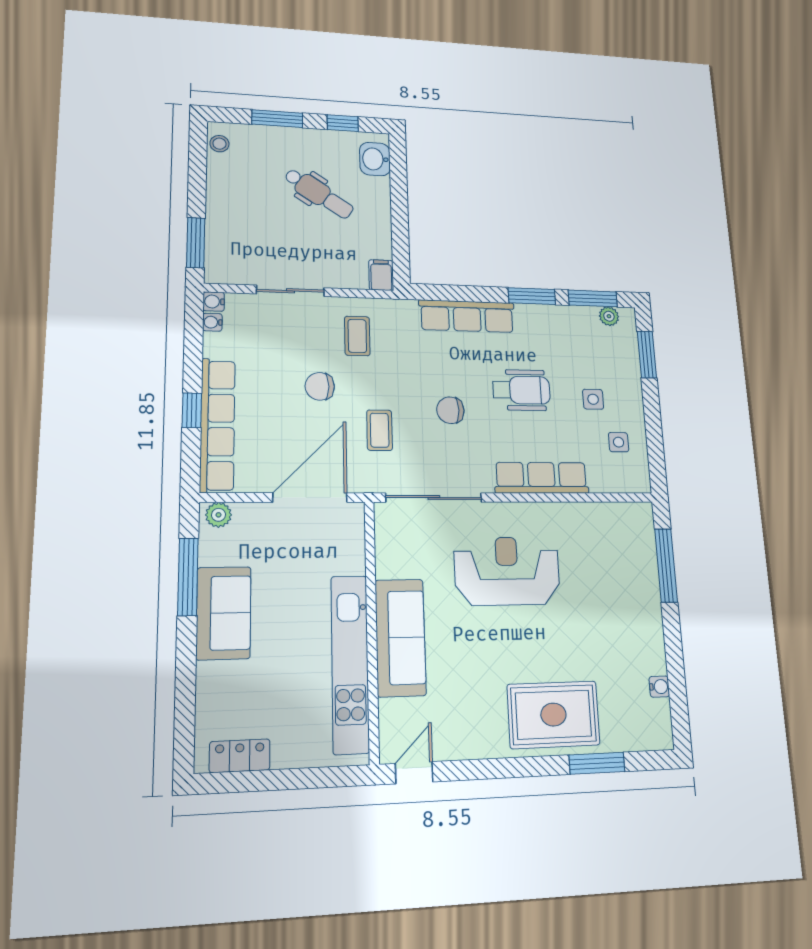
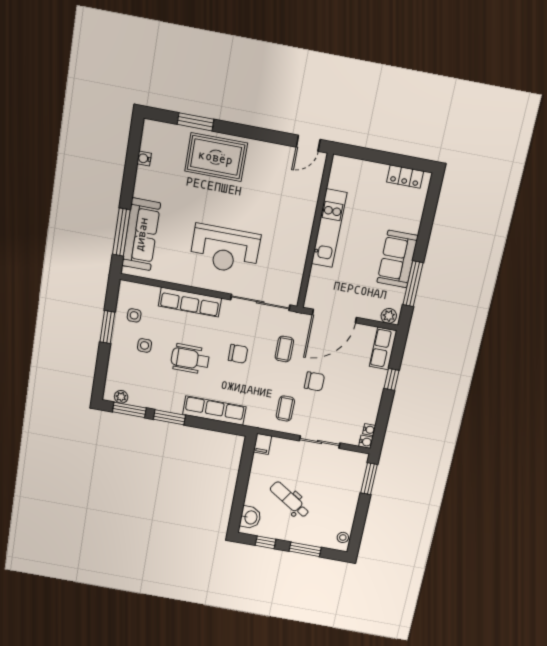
window: (647, 355) -> (107, 327), moved
row of seats: (217, 425) -> (383, 348), width x0.50
sofa: (400, 637) -> (141, 234), moved, turned 180
kitchen unit: (350, 663) -> (329, 228), width x0.73

